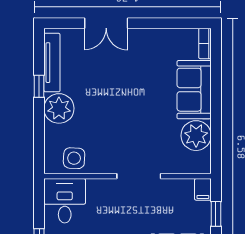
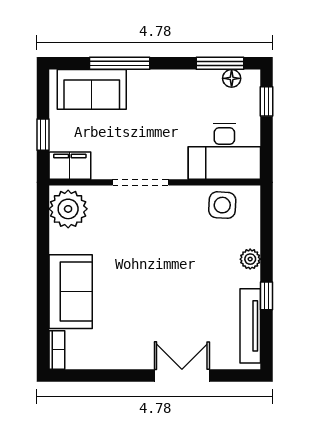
plant: (59, 108) -> (250, 259), width x0.53, depth x0.53
plant: (196, 136) -> (68, 209), moved
filing cabinet: (203, 189) -> (70, 166), width x2.00
desk: (65, 201) -> (224, 151), width x1.37

